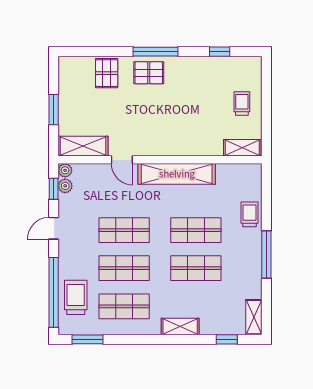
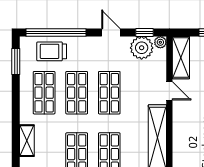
door: (122, 160) -> (169, 91), swing flipped
plant: (65, 186) -> (142, 48), width x1.88, depth x1.88
trolley: (76, 297) -> (52, 51), turned 180

